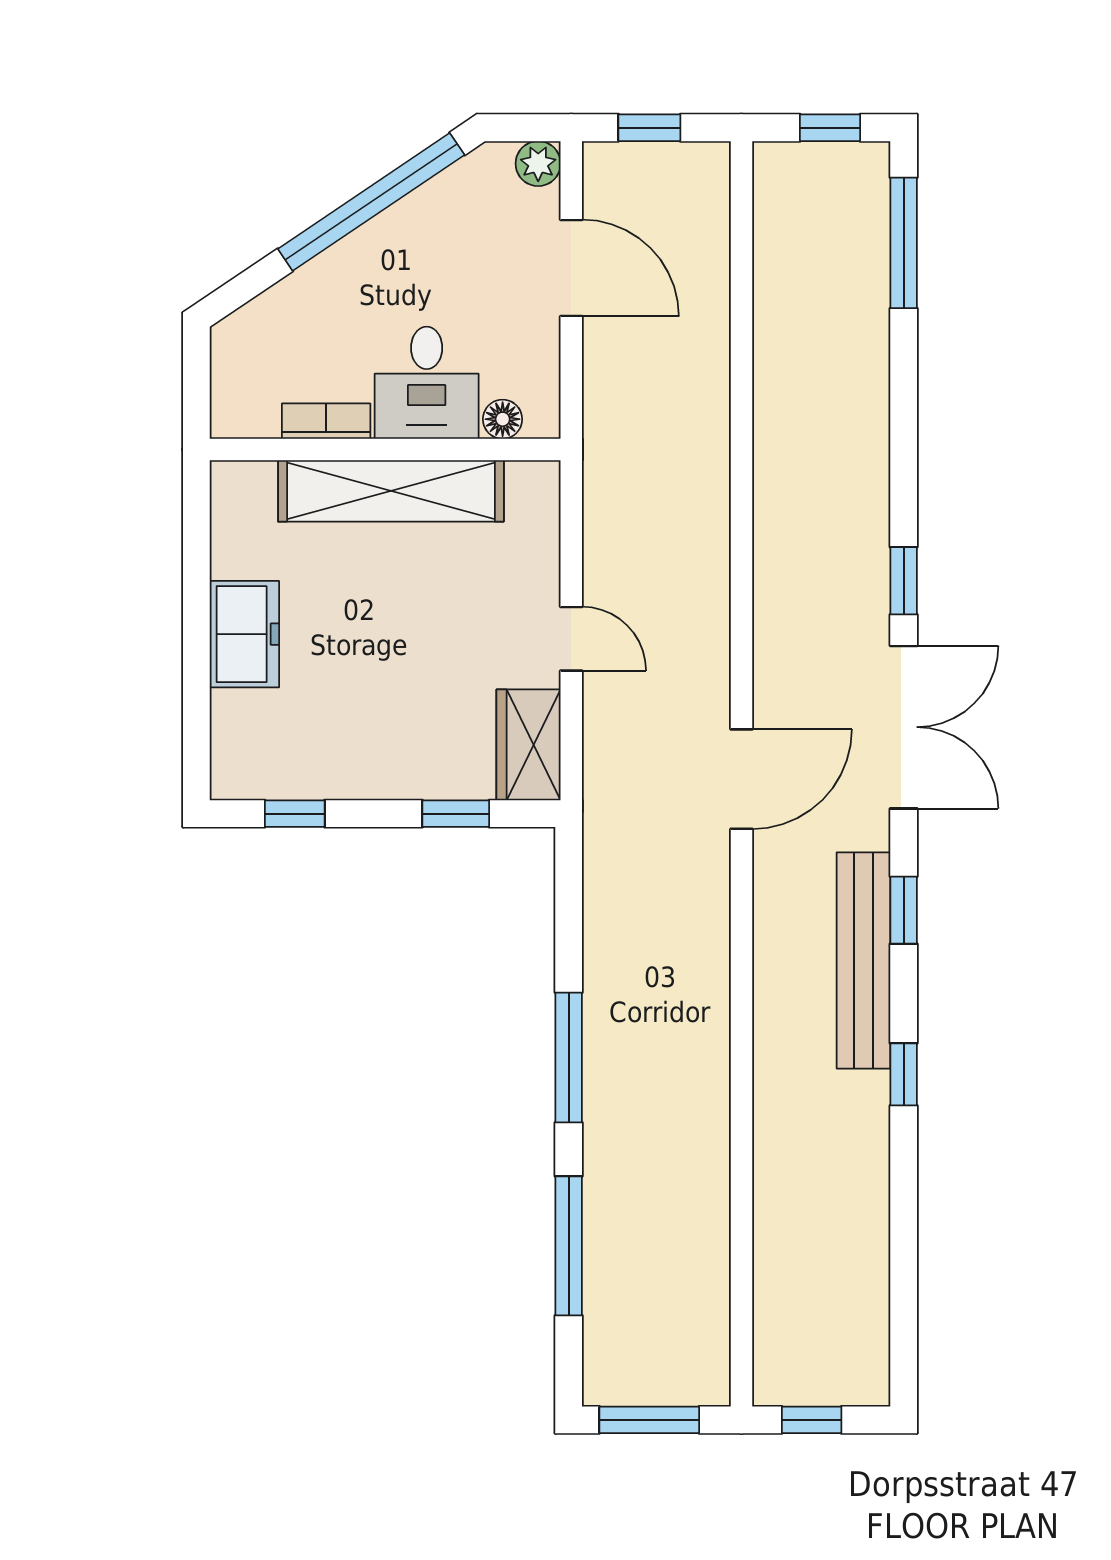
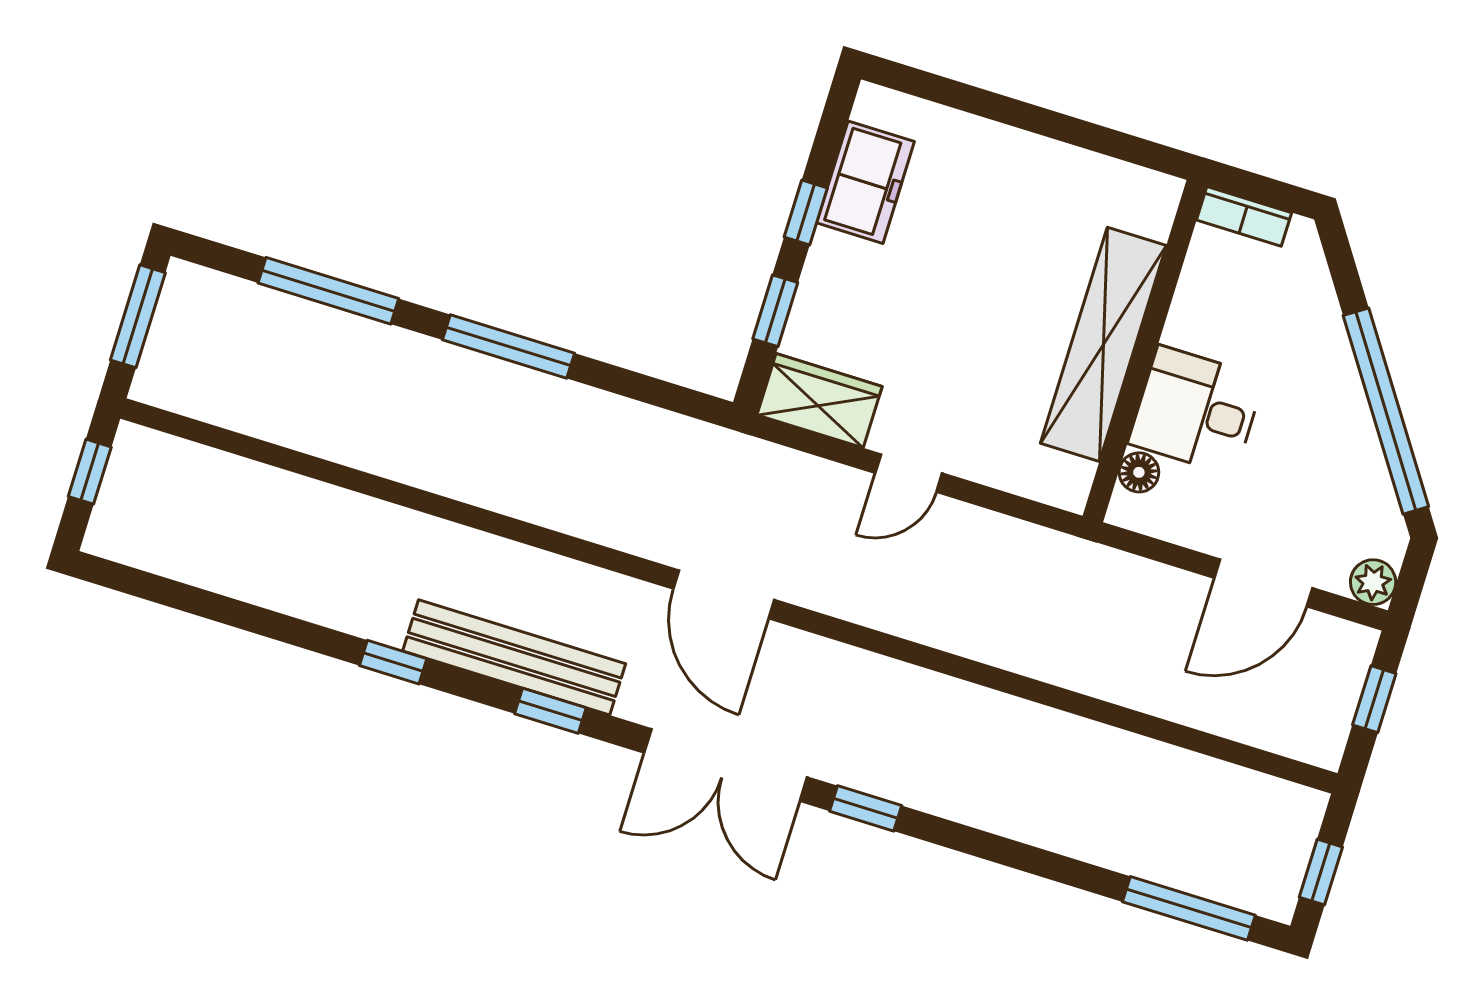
bookcase: (326, 421) -> (1244, 216), moved, turned 90
freezer: (244, 634) -> (865, 182), moved, turned -90
window: (295, 814) -> (806, 212), moved

